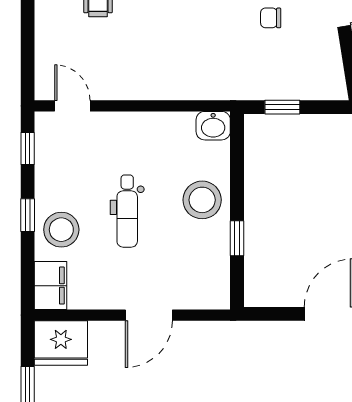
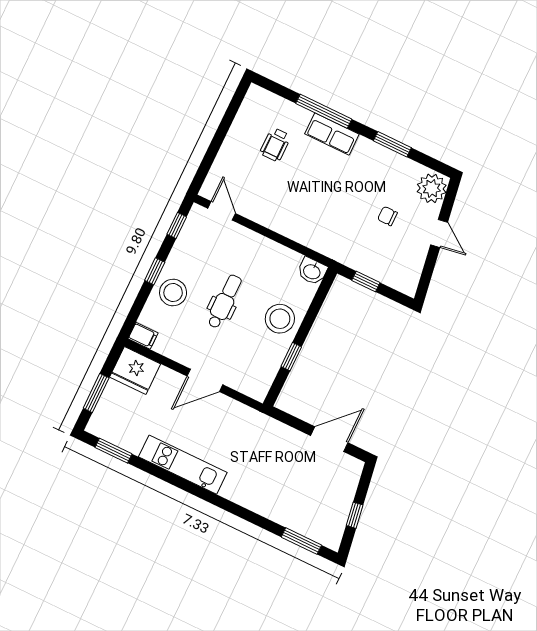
dental chair: (127, 211) -> (225, 301), turned 180
filing cabinet: (51, 286) -> (143, 336), width x0.50

